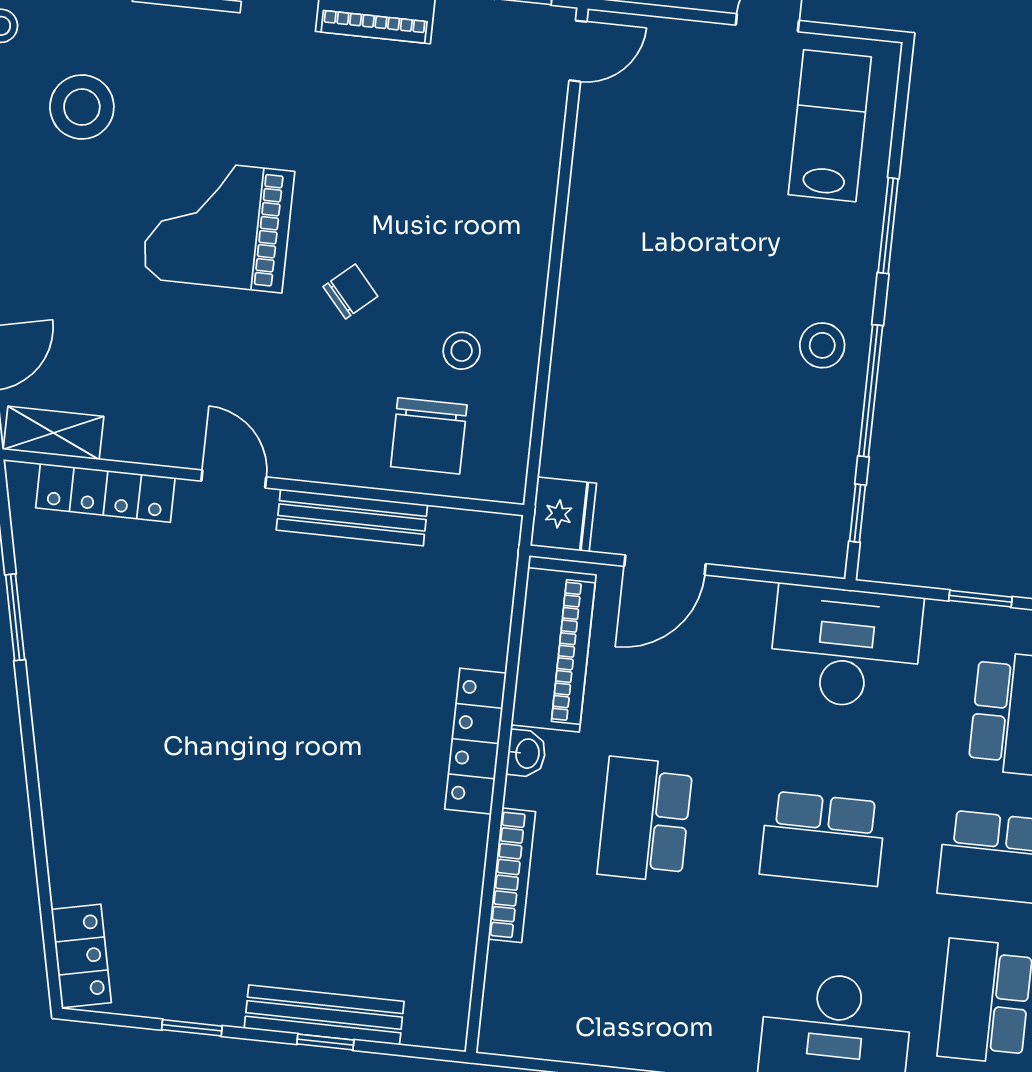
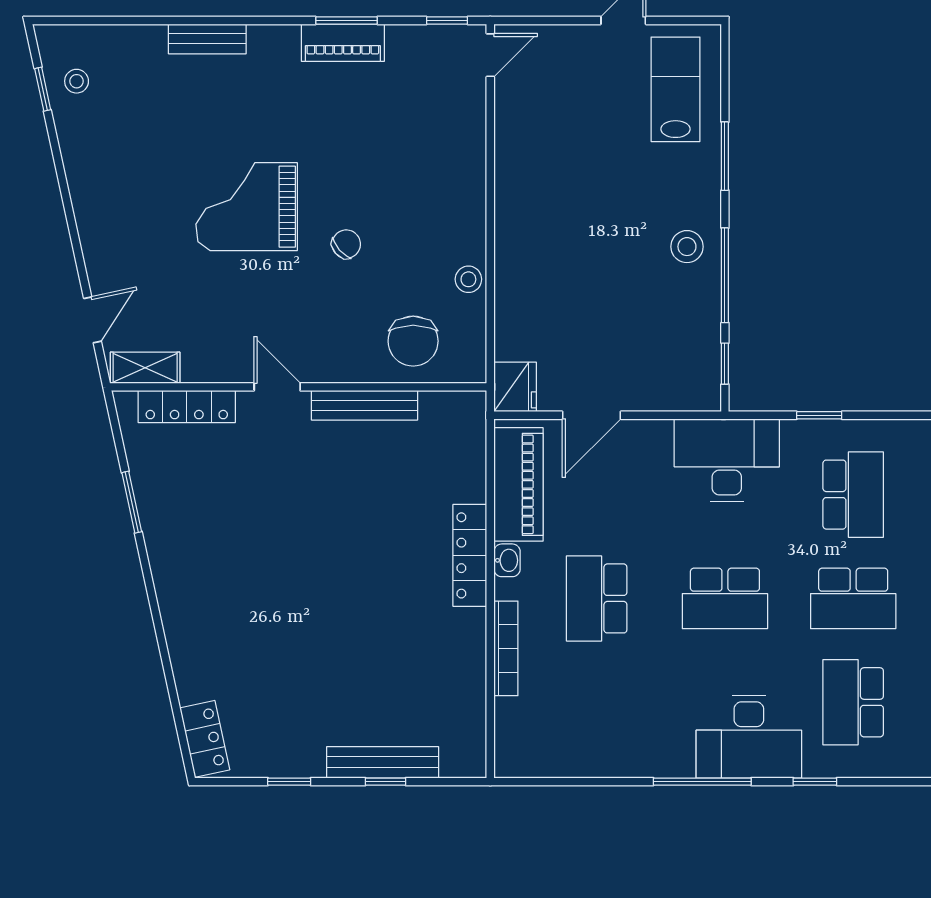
stool: (82, 107) -> (141, 133), removed
stool: (462, 351) -> (468, 279), moved

